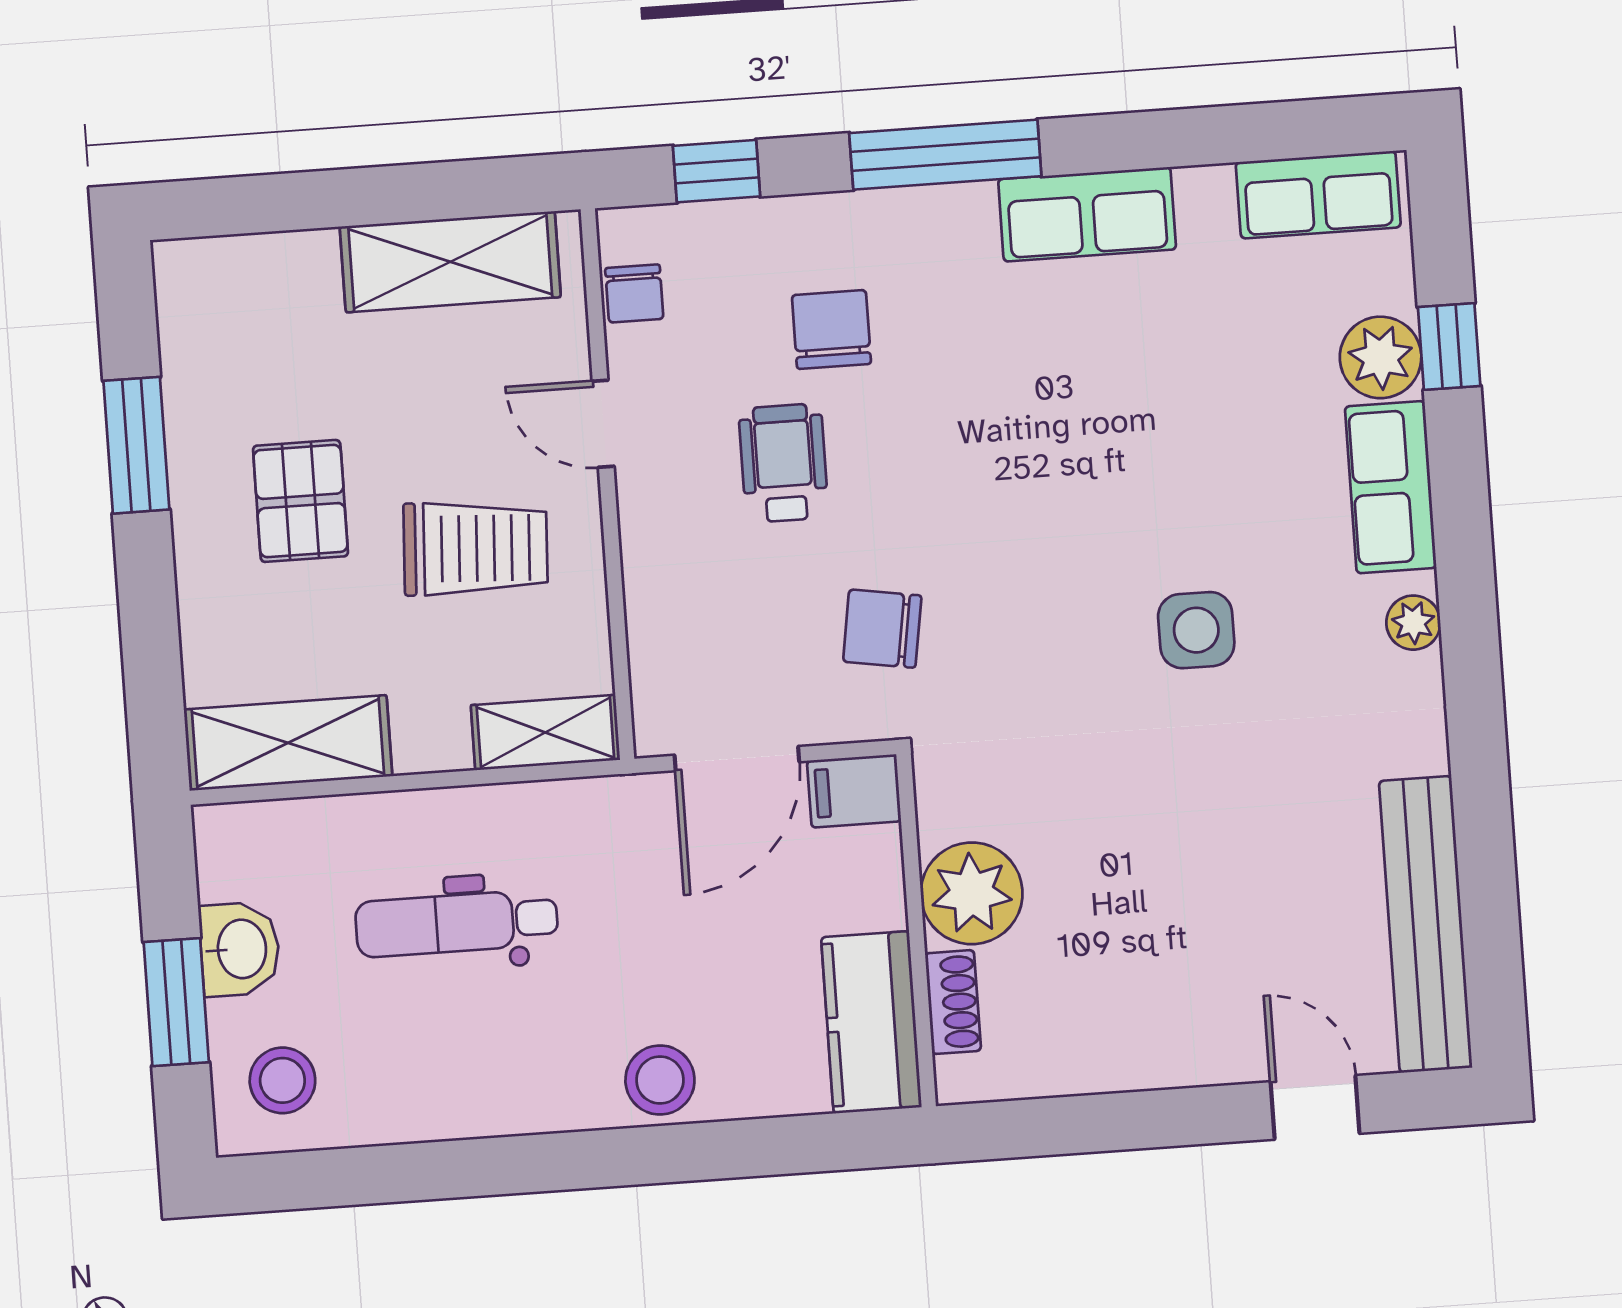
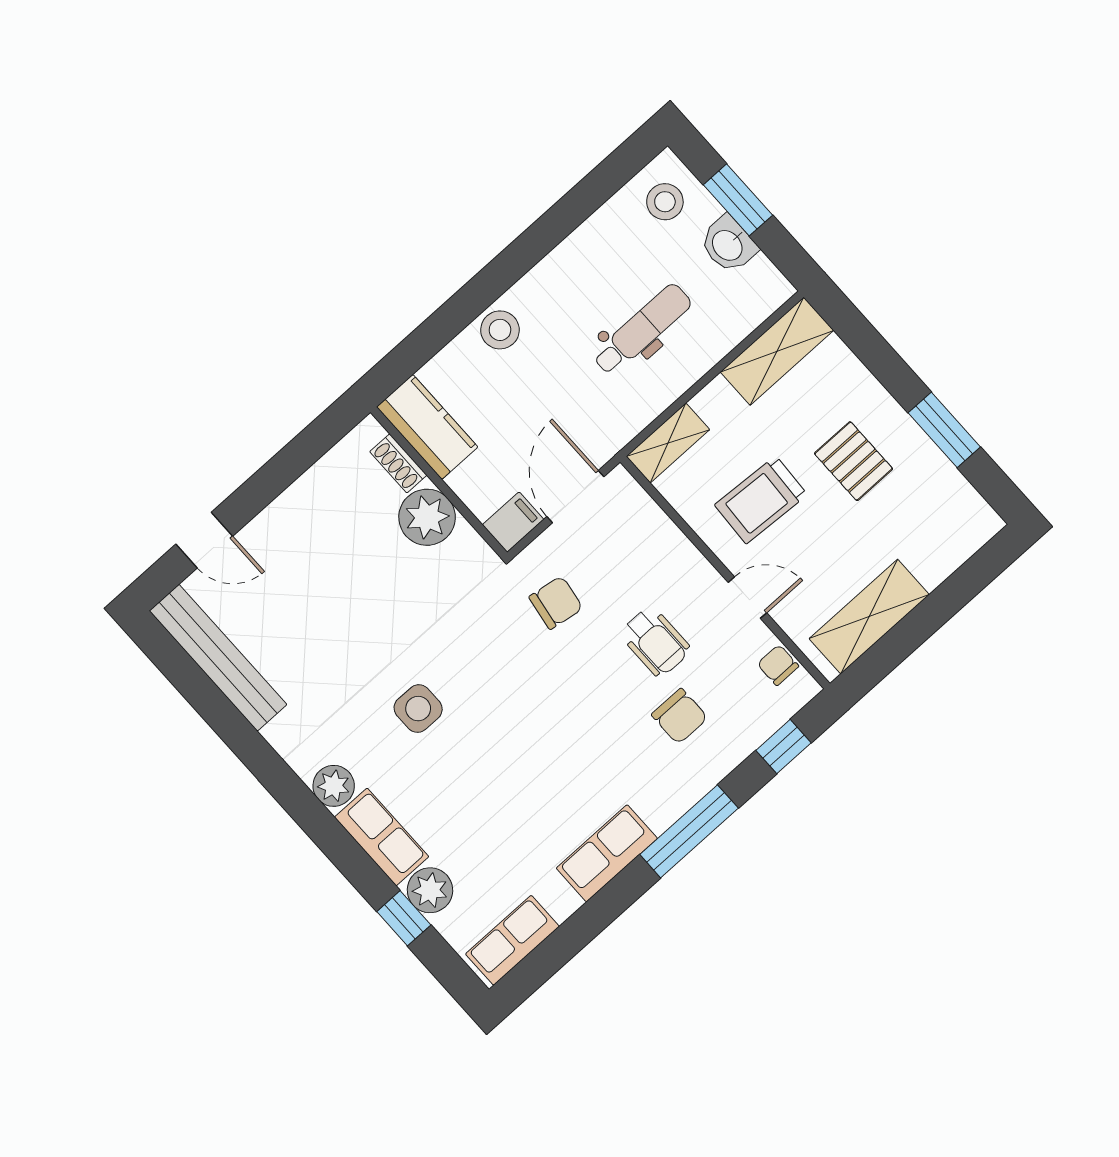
plant: (1413, 623) -> (334, 786), width x1.38, depth x1.38

